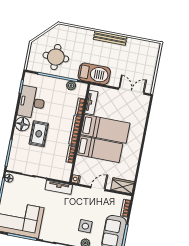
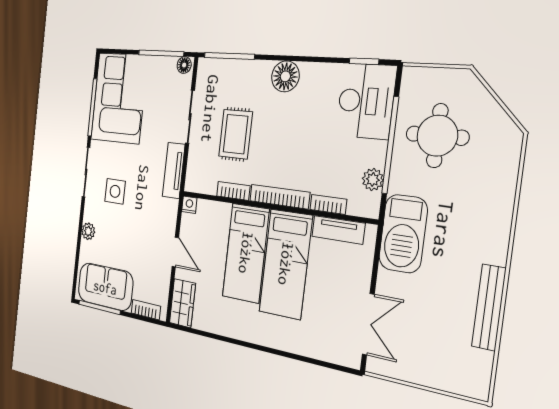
bench: (110, 38) -> (489, 307), moved
desk: (32, 102) -> (366, 101), moved, turned 90
rug: (39, 134) -> (236, 134), moved, turned 90
side table: (85, 226) -> (115, 191), moved

